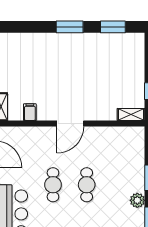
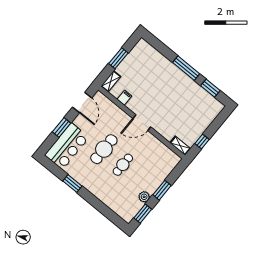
window: (70, 27) -> (186, 68), width x1.44
cafe table: (53, 185) -> (104, 149), width x1.37, depth x1.35

